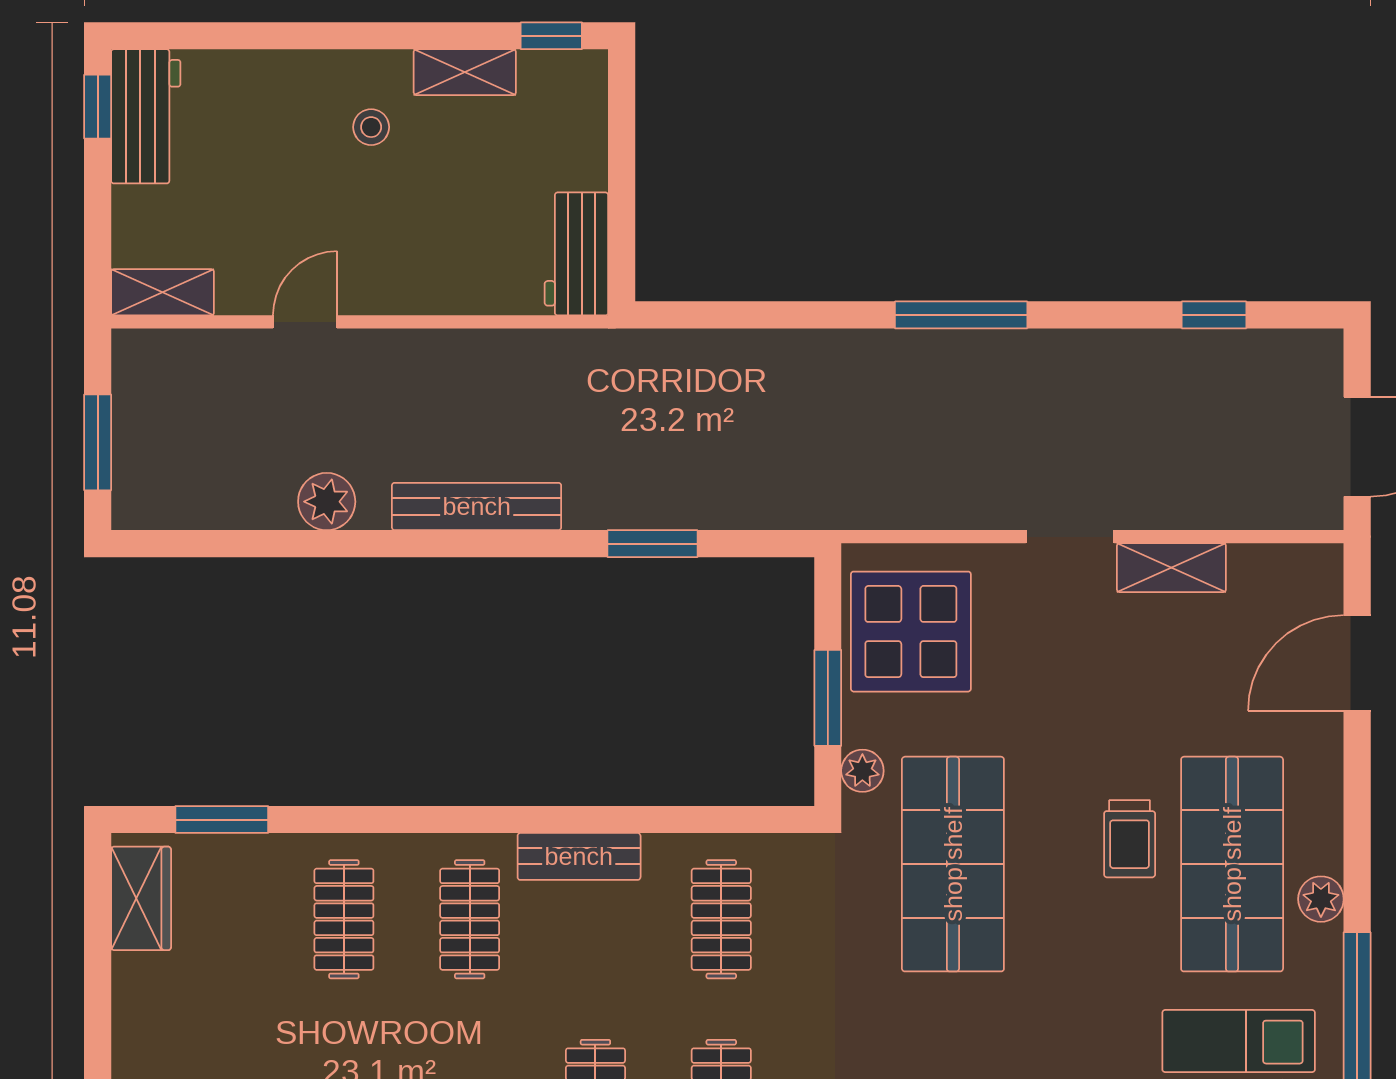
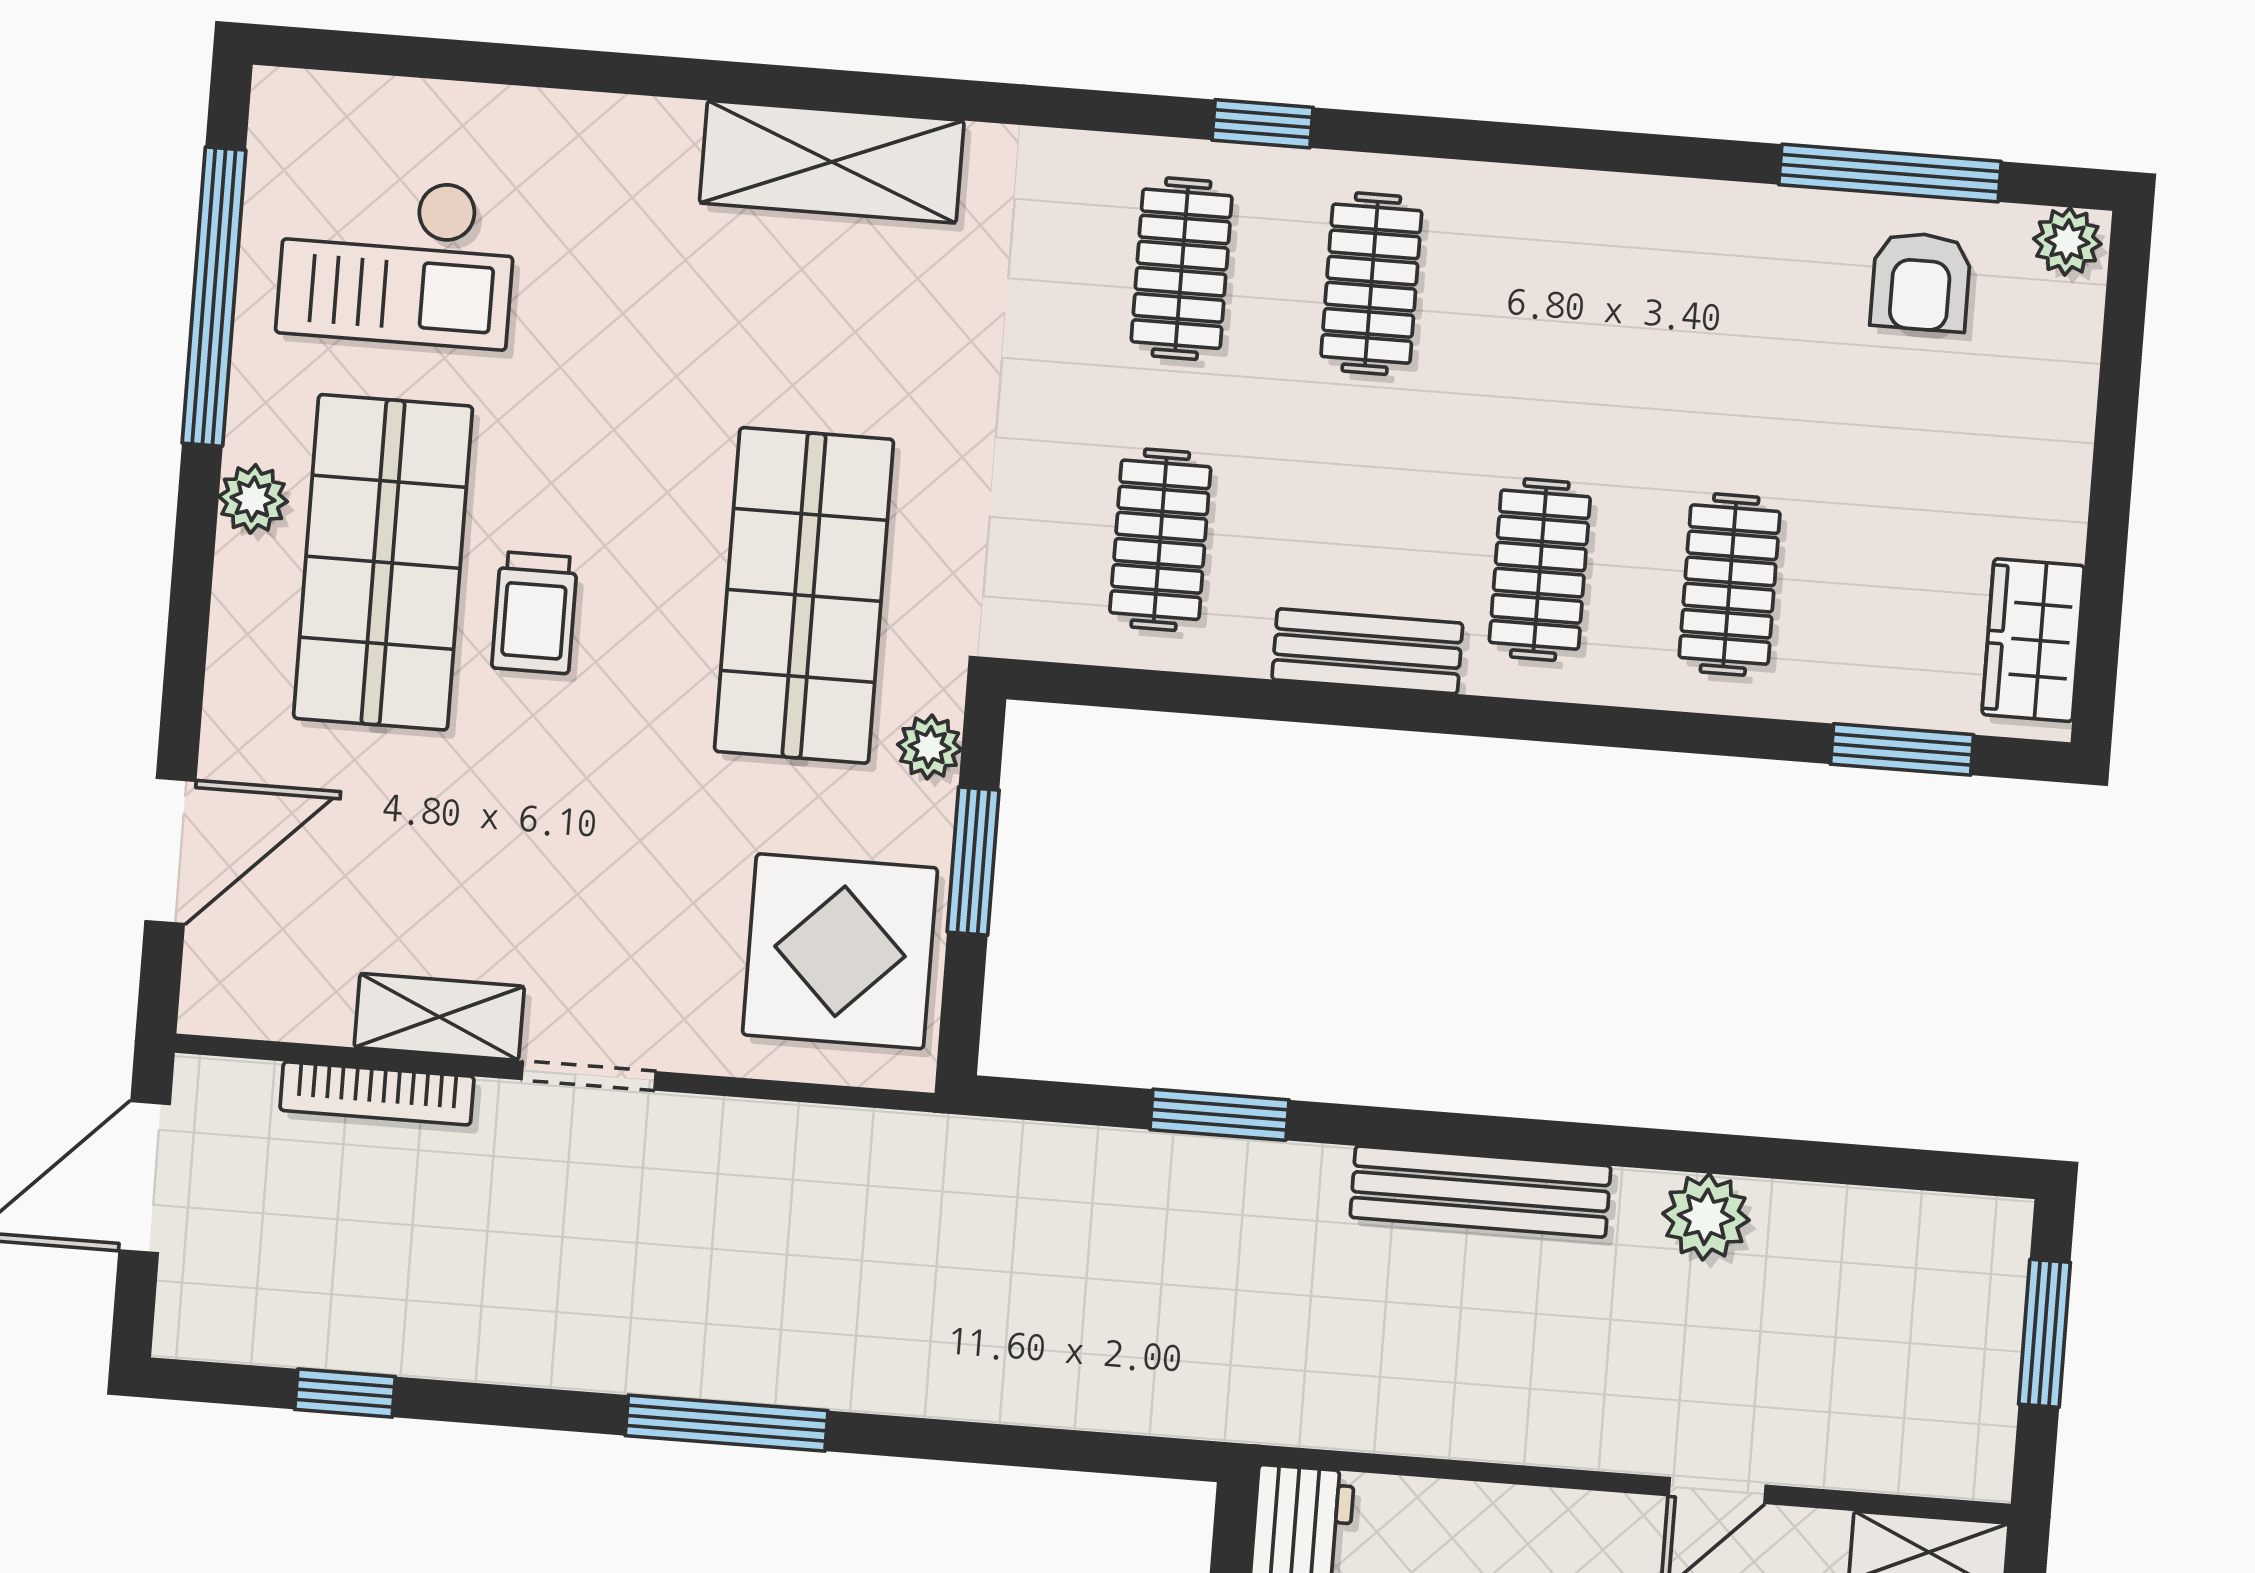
bookcase: (1208, 514) -> (377, 1093), added
trolley: (1130, 839) -> (535, 613), turned 180

